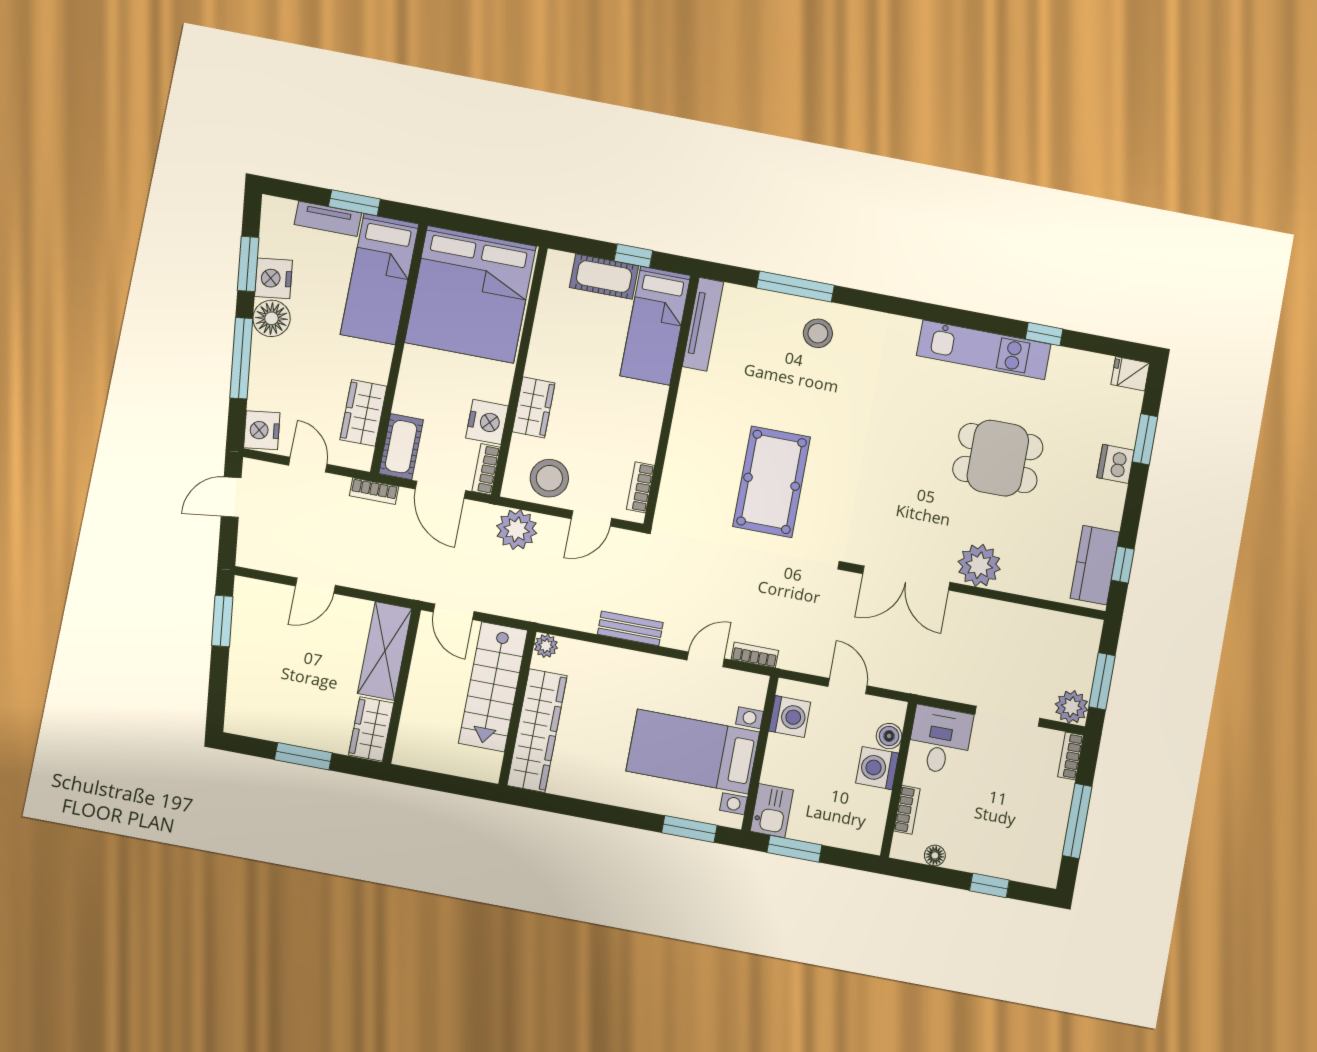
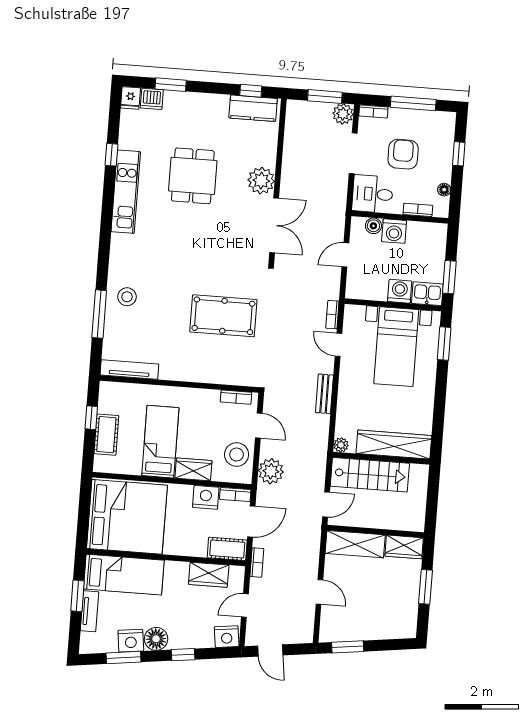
bed: (655, 326) -> (160, 442), moved, turned -90
window: (241, 358) -> (183, 655), width x0.46
dishwasher: (1116, 464) -> (152, 99), moved
washing machine: (790, 717) -> (400, 291), moved
armchair: (998, 796) -> (403, 154), added

